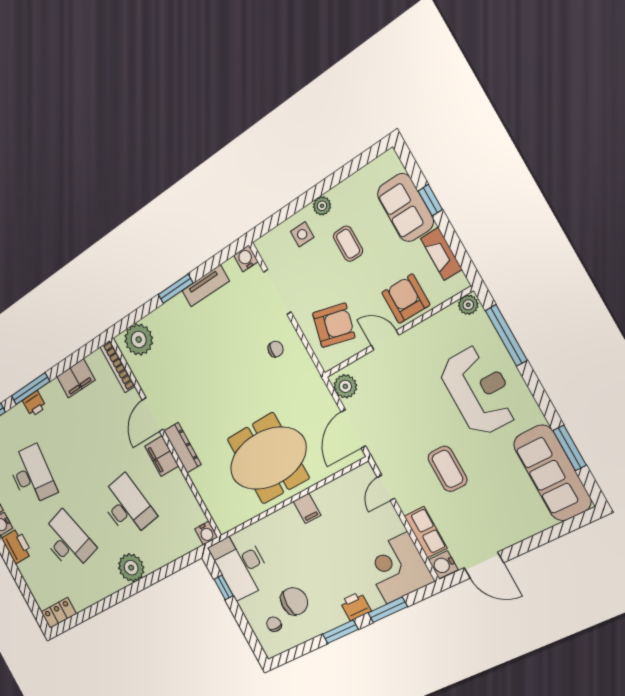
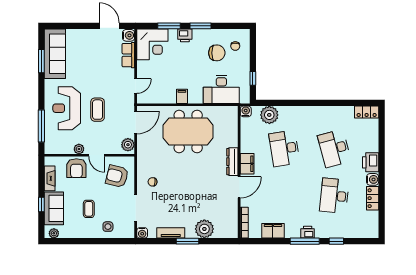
plant: (322, 206) -> (54, 233), moved
plant: (468, 305) -> (79, 149), moved
plant: (139, 340) -> (204, 229), moved
coffee table: (447, 469) -> (98, 110), moved
desk: (241, 565) -> (221, 89), moved, turned 90
plant: (131, 568) -> (269, 115), moved
chair: (294, 601) -> (217, 53), turned 180

